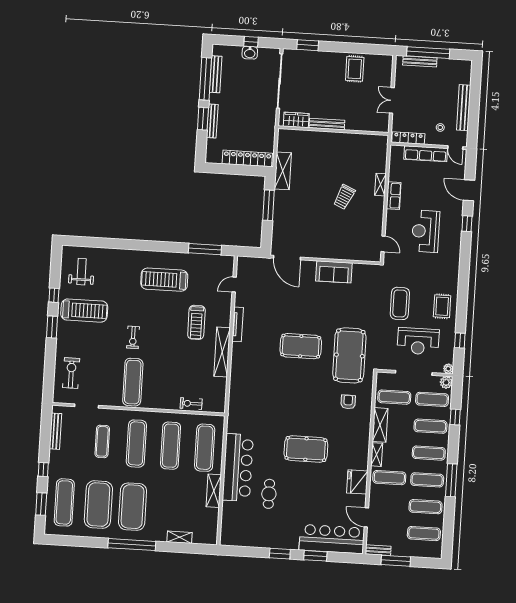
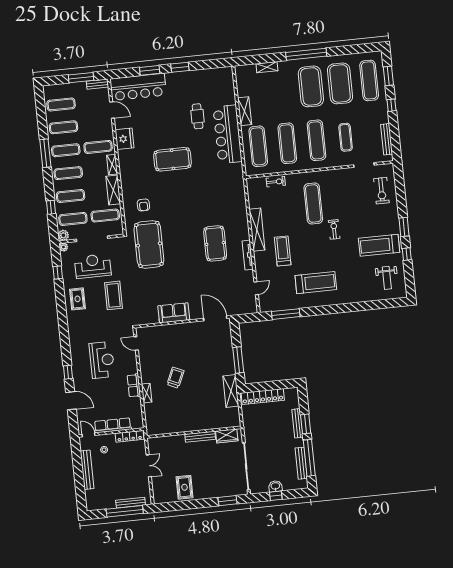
pool table: (301, 346) -> (215, 243), moved, turned 90
exercise mat: (133, 382) -> (313, 203), moved

